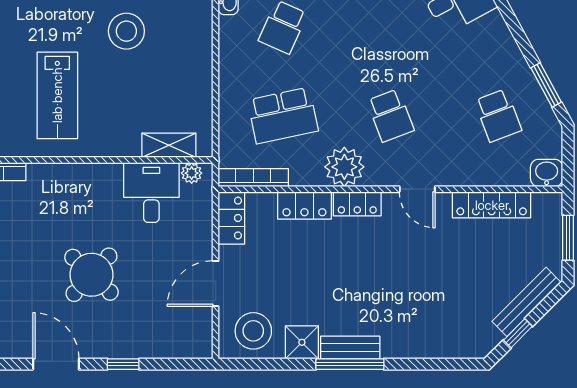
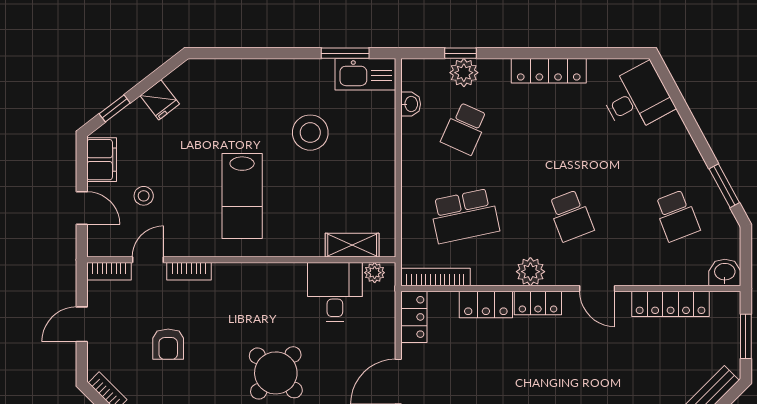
plant: (344, 167) -> (530, 272), width x0.73, depth x0.73

